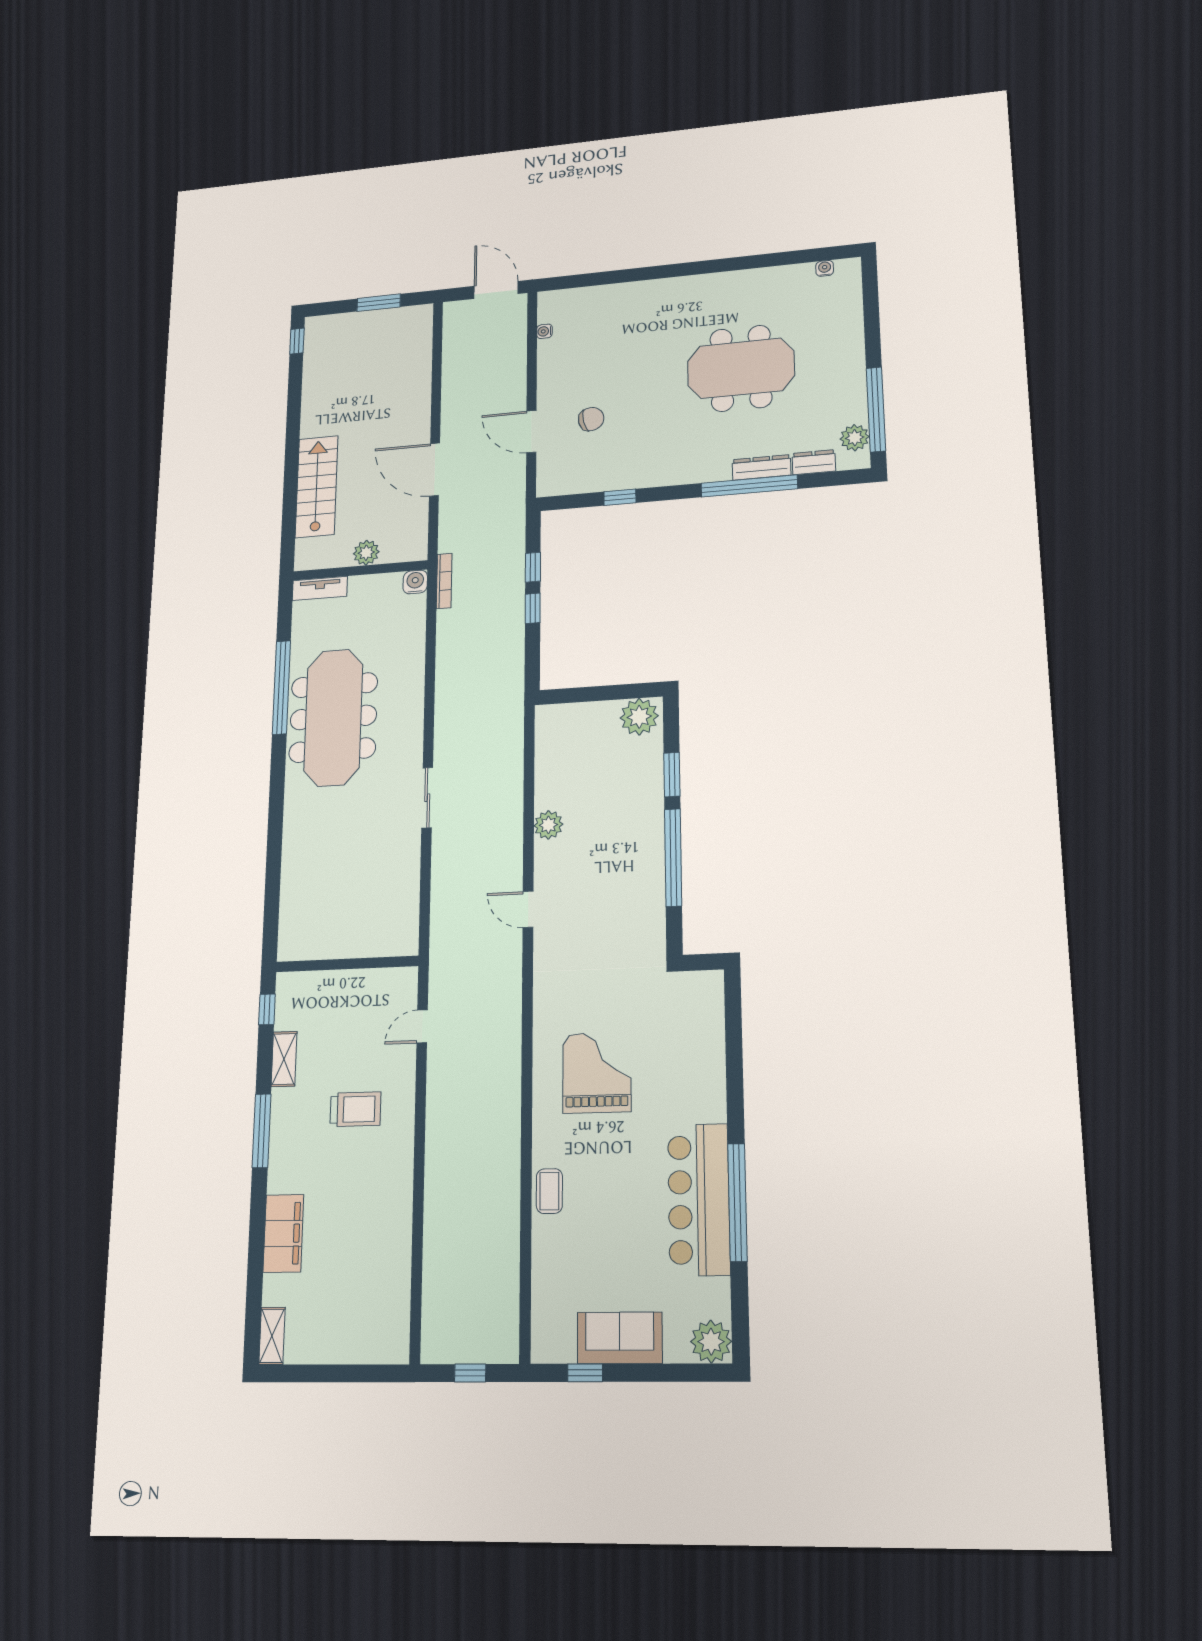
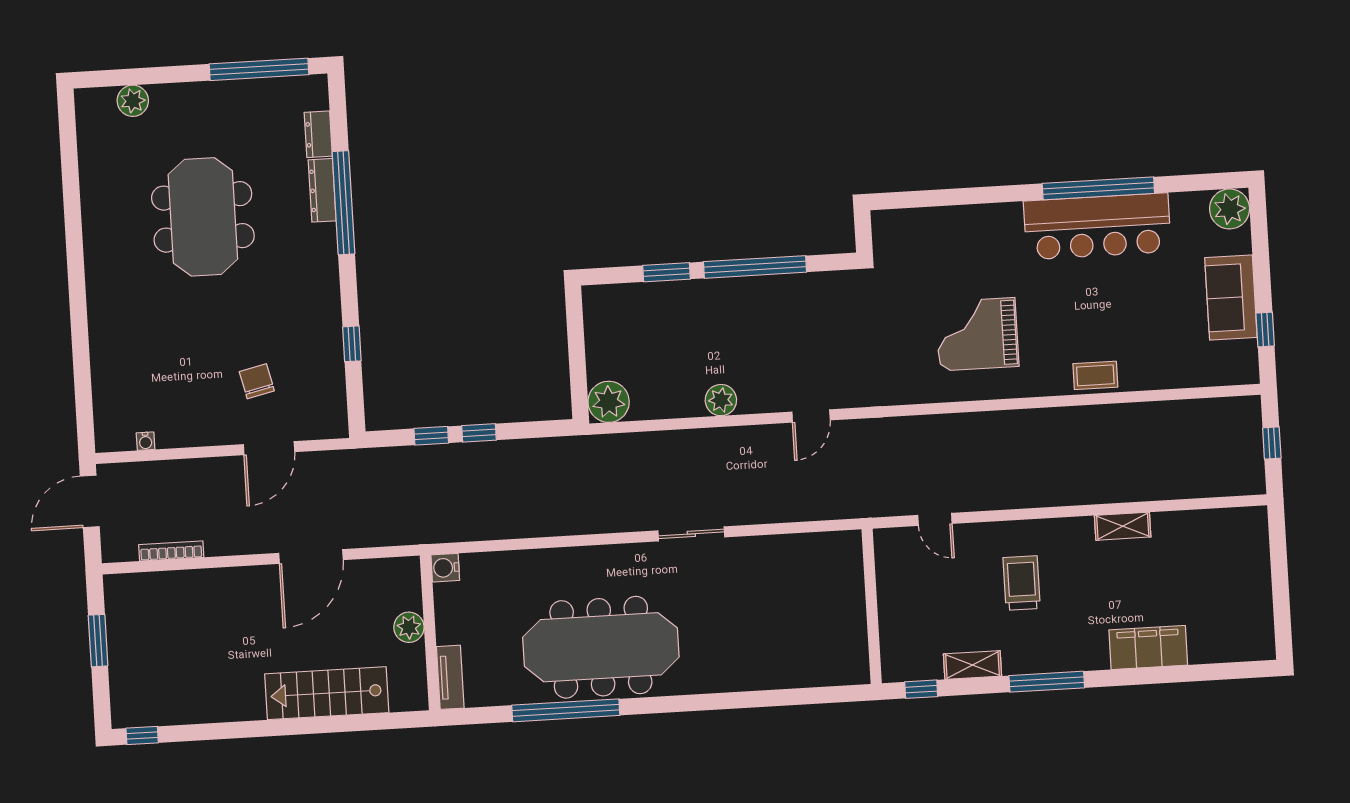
water cooler: (825, 268) -> (85, 128), removed
plant: (855, 438) -> (133, 101), moved
bookcase: (444, 581) -> (171, 551), moved
plant: (639, 717) -> (609, 402), moved
shelving: (272, 1336) -> (1123, 526), moved

